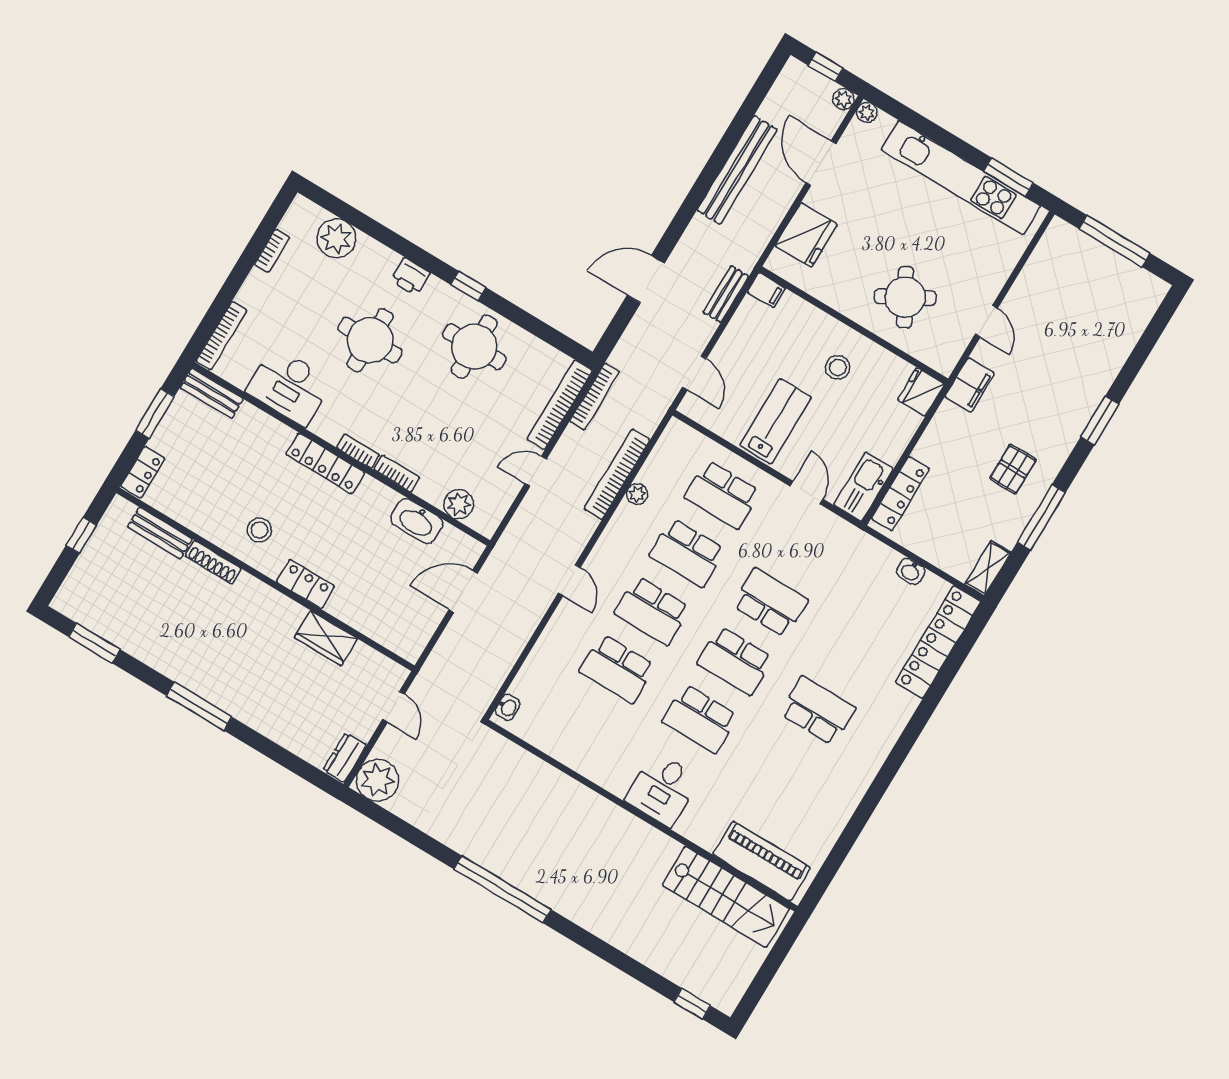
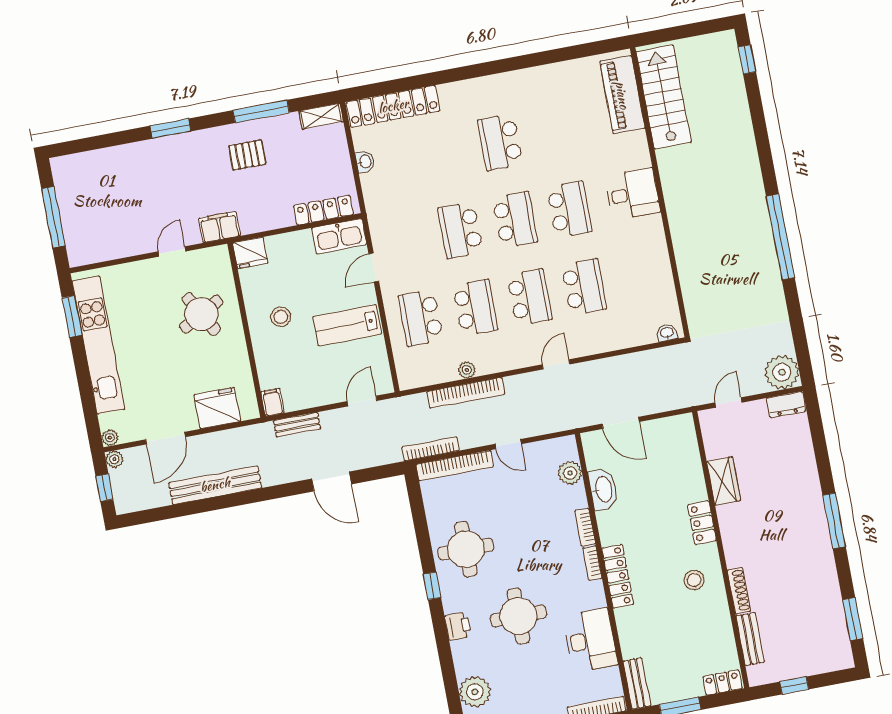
school desk: (722, 495) -> (421, 318), turned 180

